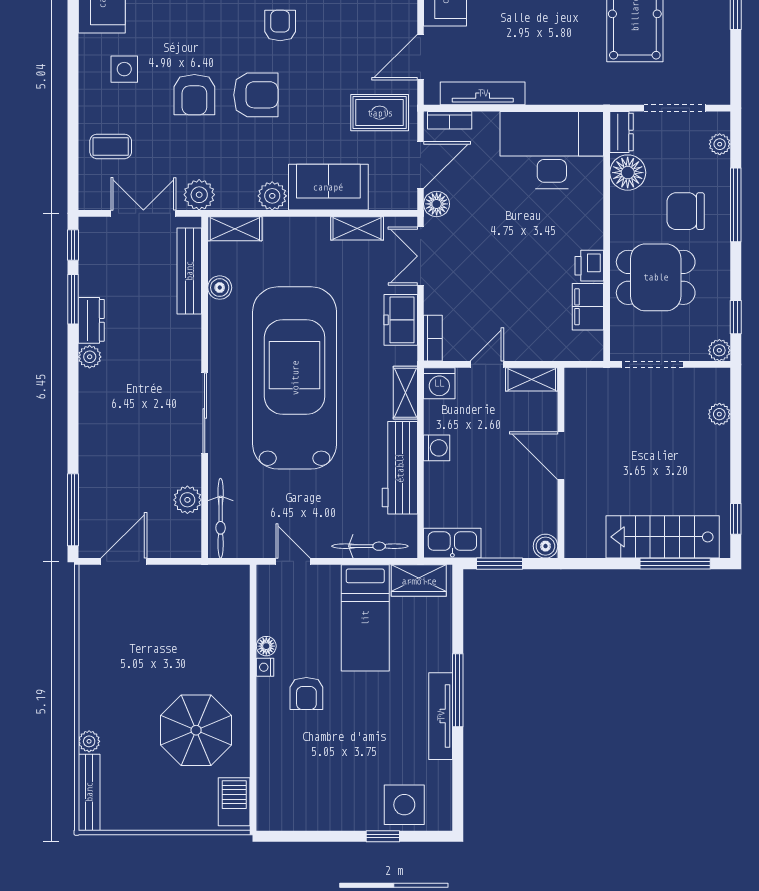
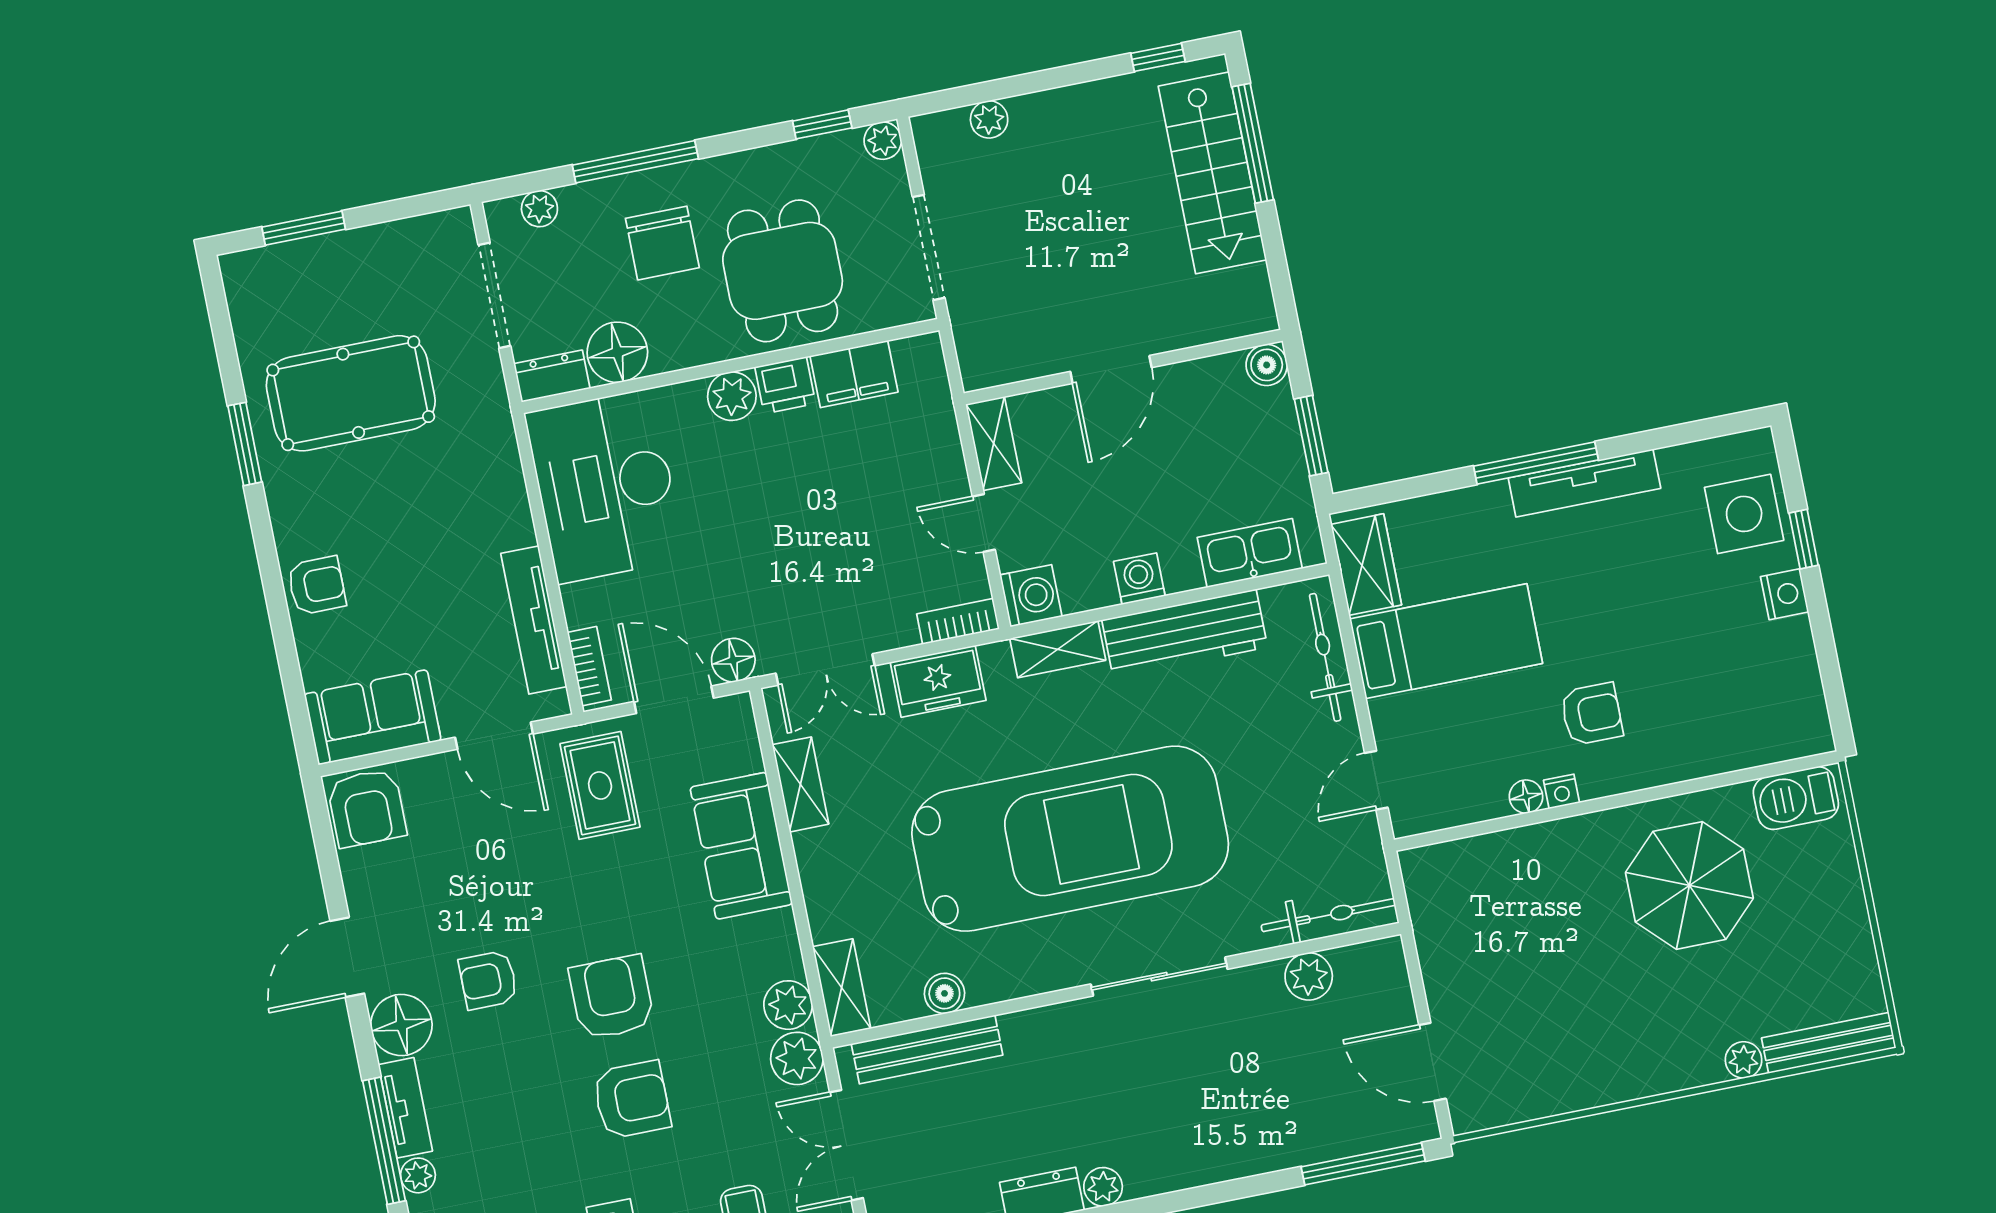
plant: (272, 196) -> (788, 1005), moved
plant: (589, 234) -> (732, 396), added
car: (295, 378) -> (1070, 839), turned 180
kitchen sink: (452, 543) -> (1250, 553), moved, turned 90
nightstand: (353, 819) -> (1785, 594), added

